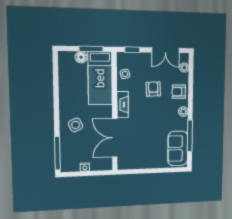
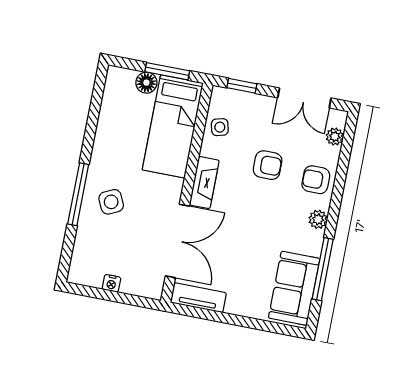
armchair: (153, 89) -> (268, 165), turned 92
double door: (115, 138) -> (177, 241), swing flipped
window: (57, 153) -> (78, 194), moved
tv unit: (131, 164) -> (198, 298), added

